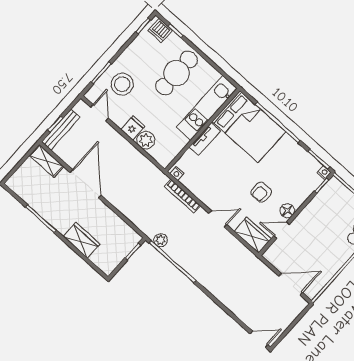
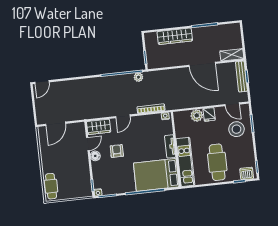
wardrobe: (81, 240) -> (175, 36), width x1.50

